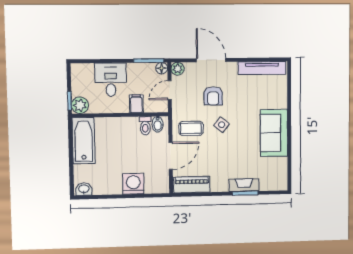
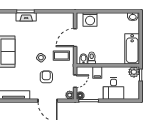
washing machine: (133, 184) -> (90, 19), moved
piano: (192, 185) -> (61, 18), removed

